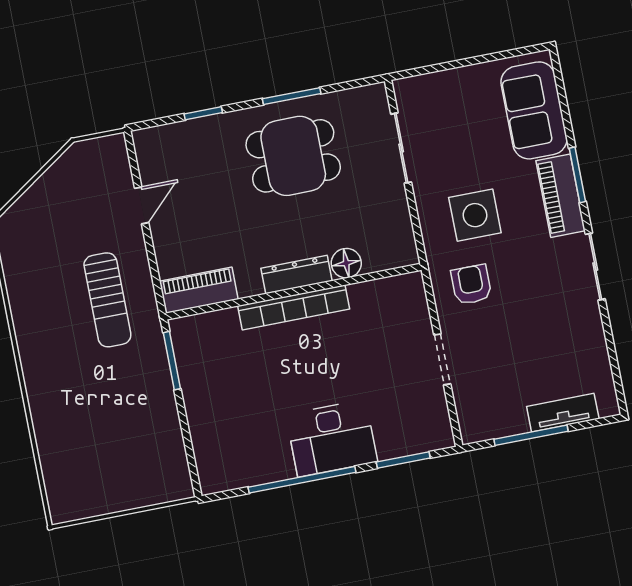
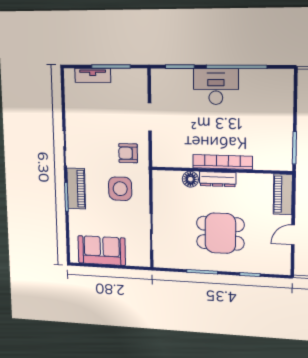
sofa: (534, 110) -> (102, 251), moved, turned -90
dining table: (293, 156) -> (220, 233), moved
armchair: (471, 285) -> (128, 153), turned 90
piano: (199, 290) -> (283, 194), moved, turned 90

